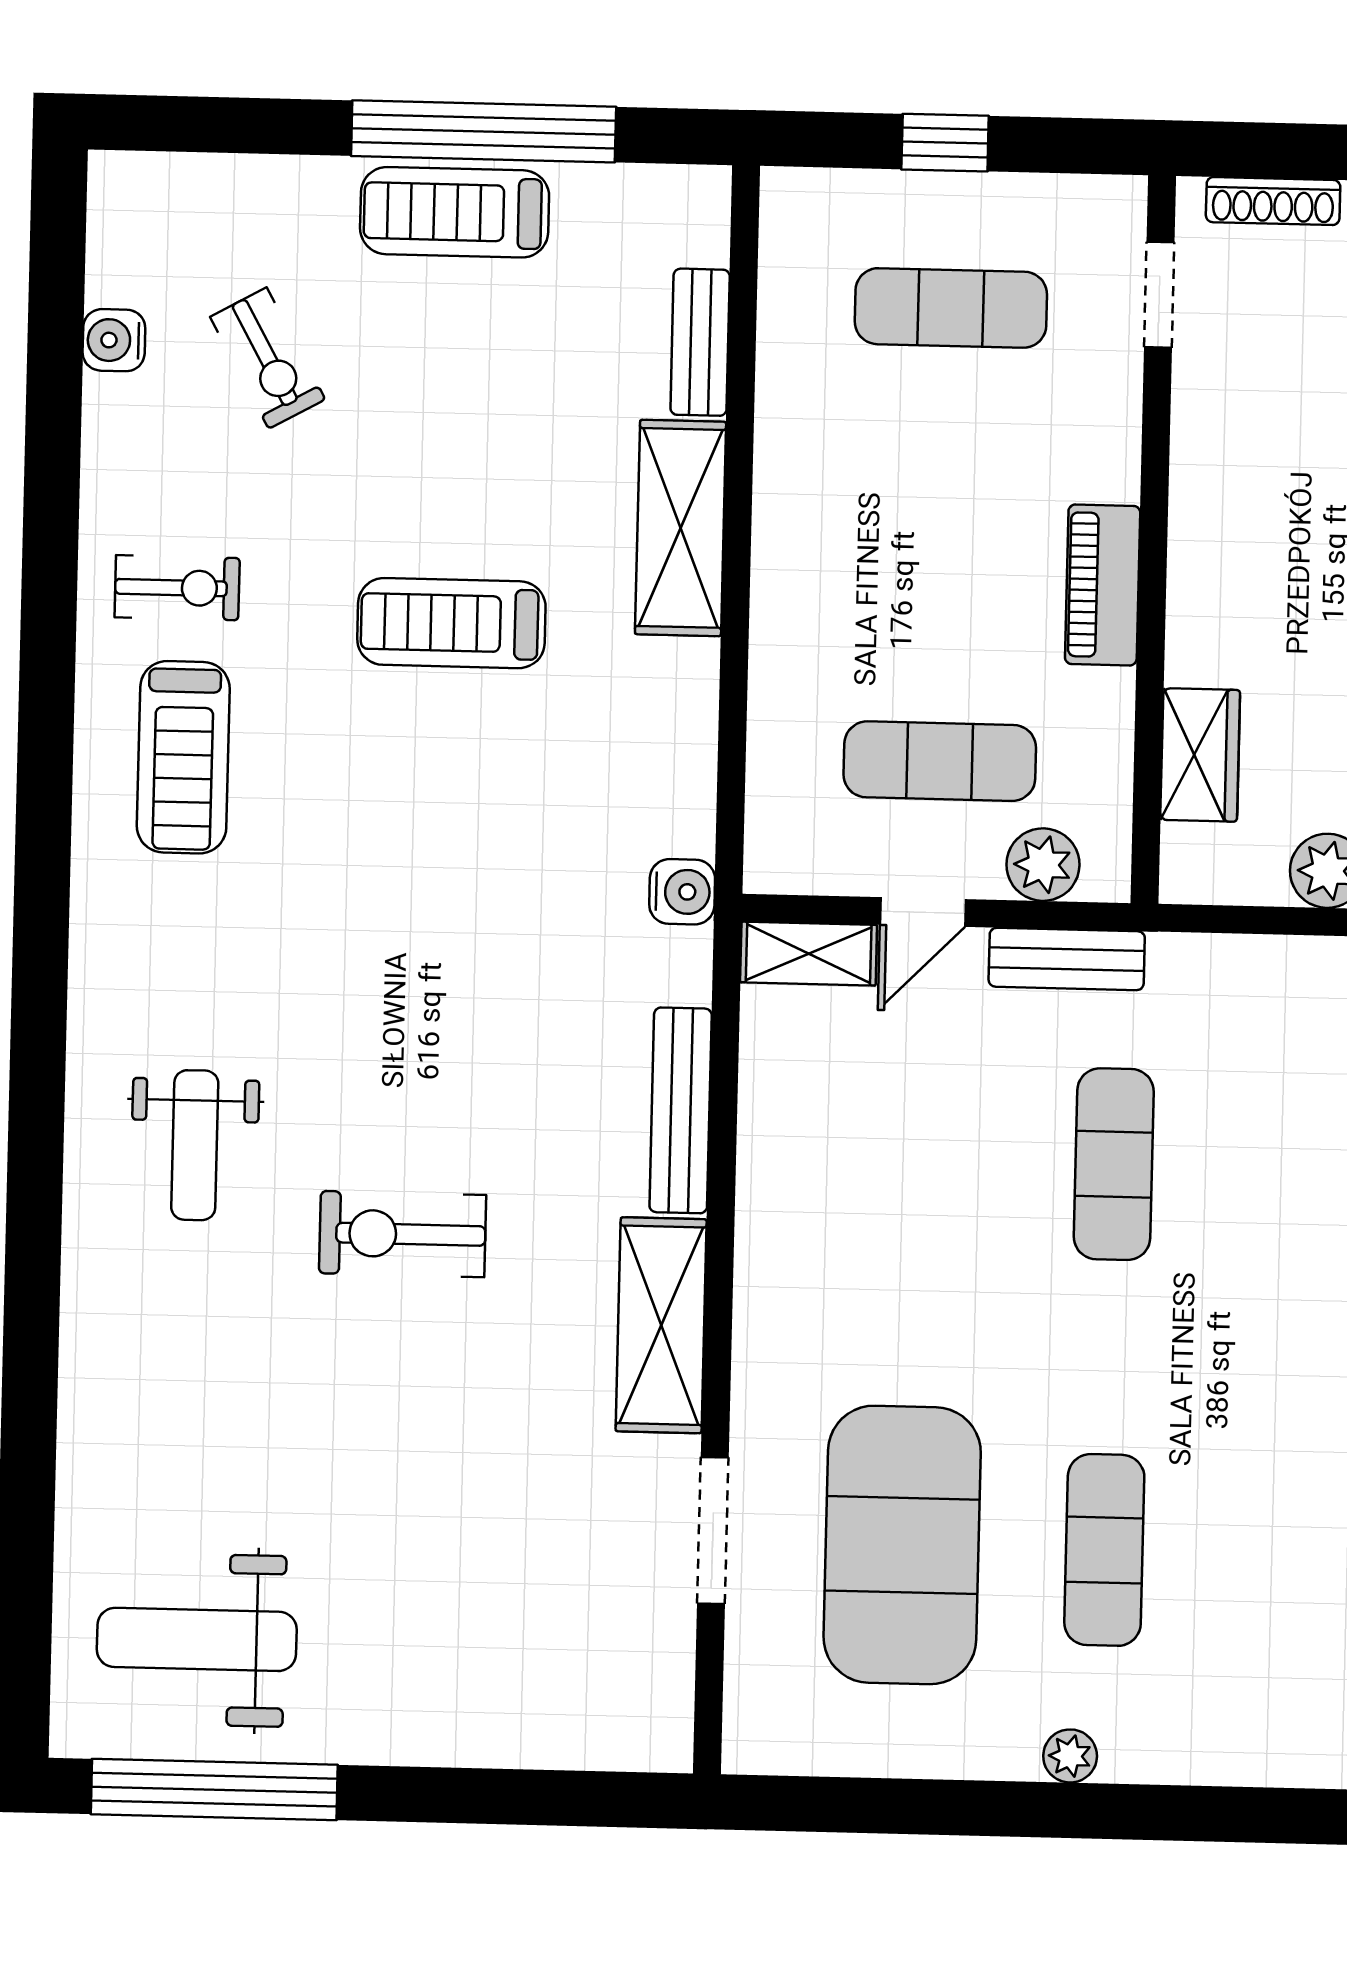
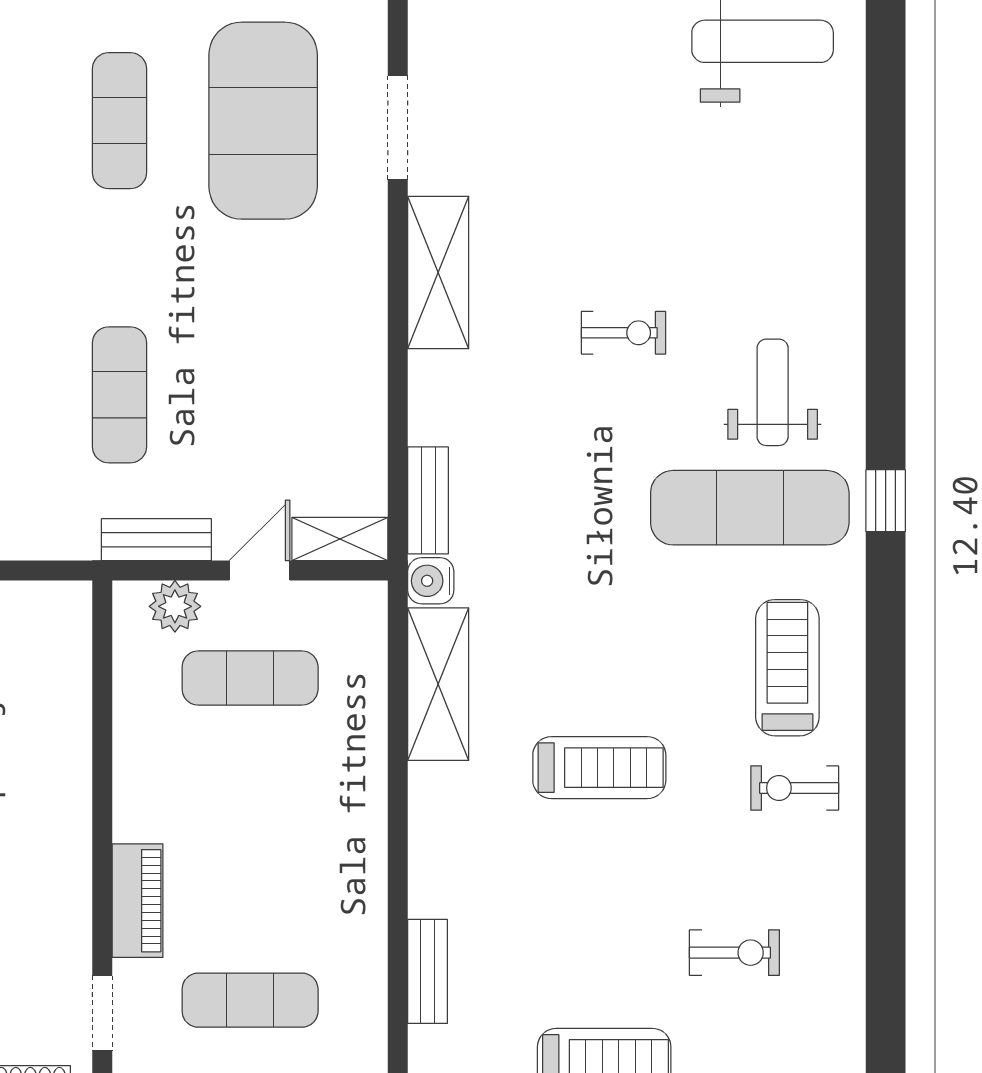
water cooler: (114, 340) -> (844, 963), removed
exercise bike: (268, 358) -> (734, 953), turned 119
shelving: (681, 528) -> (438, 684), moved
piano: (1103, 585) -> (137, 901), moved
wardrobe: (1200, 755) -> (65, 687), removed
exercise mat: (231, 984) -> (750, 508), added
window: (39, 989) -> (886, 501), added
bench: (681, 1110) -> (428, 500), moved, width x0.73
exercise bike: (403, 1234) -> (623, 333), width x0.73, depth x0.72

